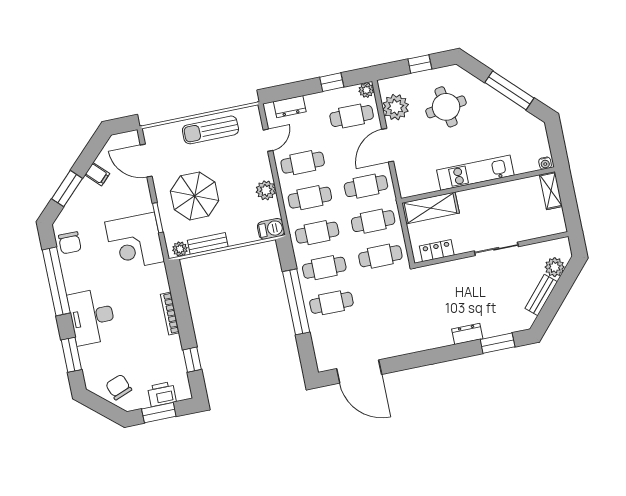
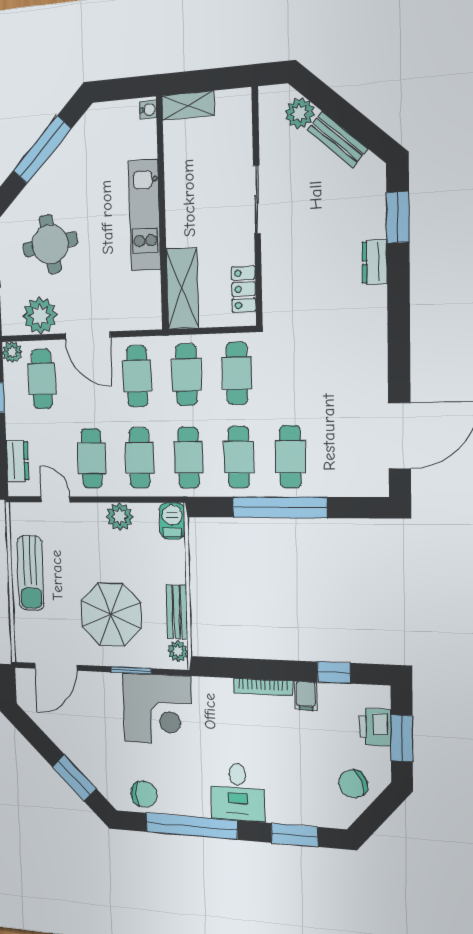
filing cabinet: (97, 174) -> (306, 696), moved, turned 135
desk: (92, 317) -> (238, 792), width x0.73

